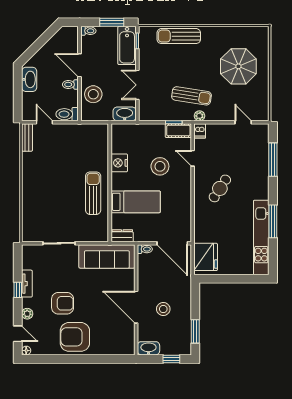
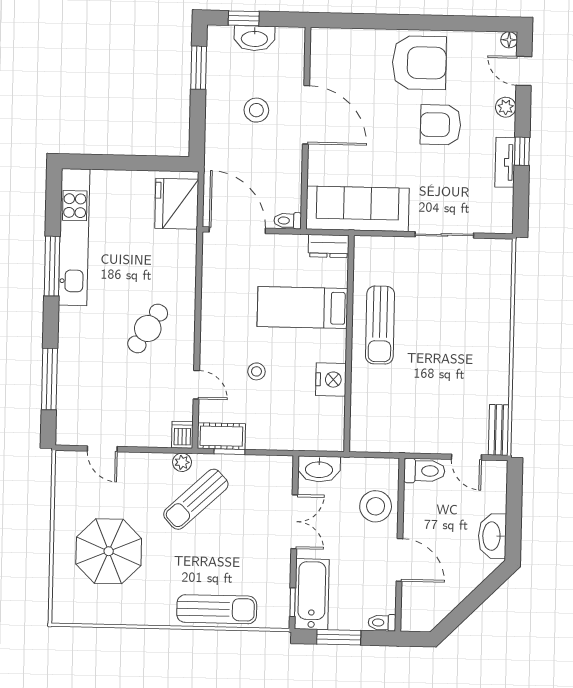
toilet: (70, 84) -> (417, 525), removed
sun lounger: (191, 96) -> (196, 499), turned -52
stool: (160, 166) -> (256, 371), width x0.53, depth x0.53
washbasin: (148, 348) -> (254, 38), moved

